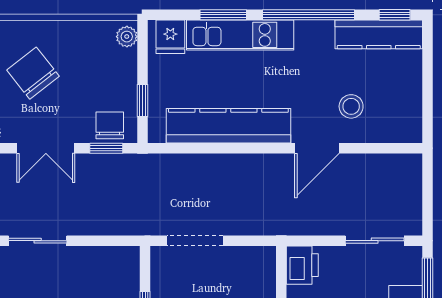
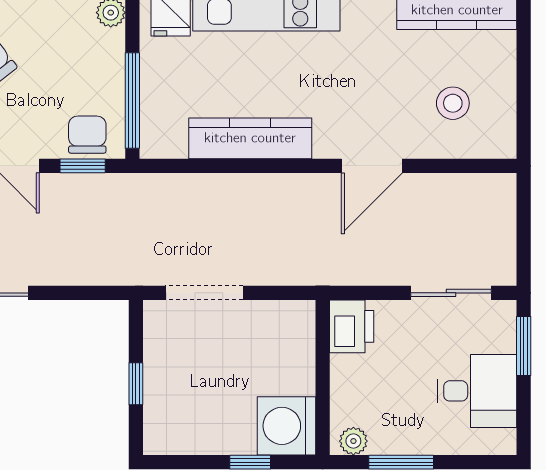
window: (142, 101) -> (132, 101), width x2.17
stool: (351, 106) -> (453, 103), moved
kitchen counter: (228, 126) -> (250, 138), width x0.72, depth x0.86

